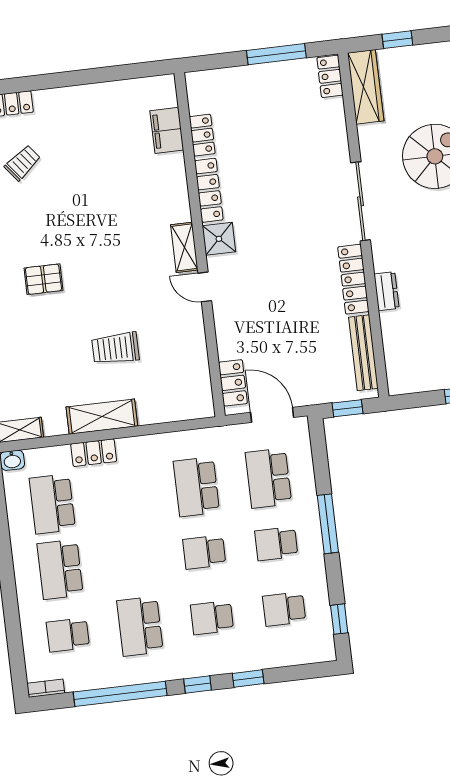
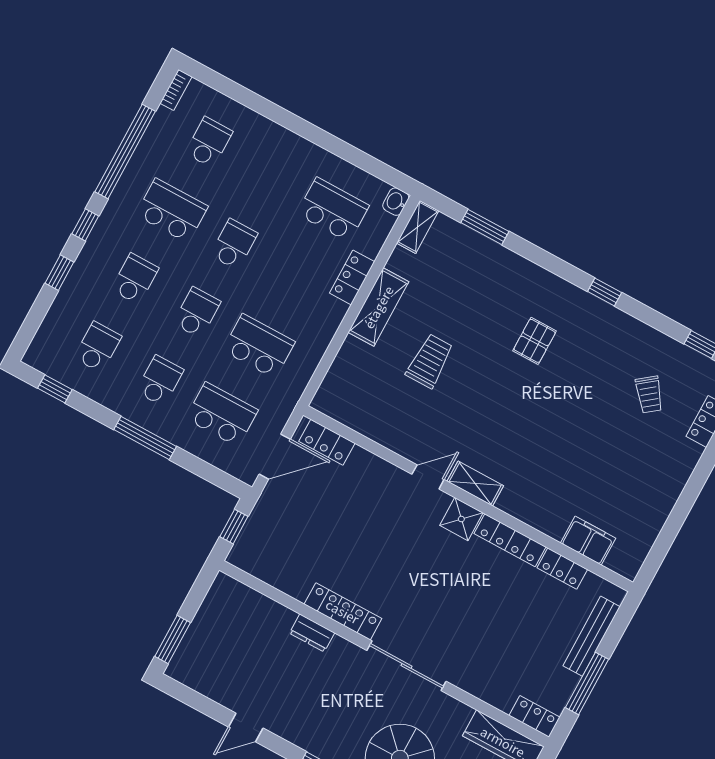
bench: (363, 353) -> (591, 636), moved, turned 90
school desk: (60, 569) -> (234, 244), moved, width x0.54

